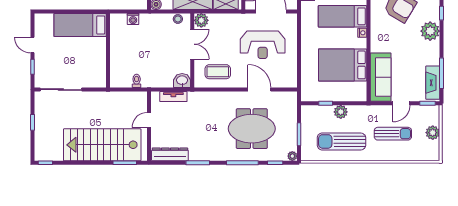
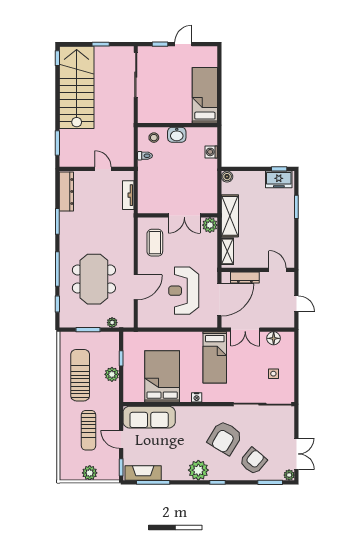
bed: (342, 16) -> (215, 357), moved, turned 180
stool: (178, 19) -> (154, 138), moved
washbasin: (182, 81) -> (177, 135), moved, turned 90
stairs: (102, 145) -> (77, 87), moved
plant: (292, 156) -> (112, 323), moved

